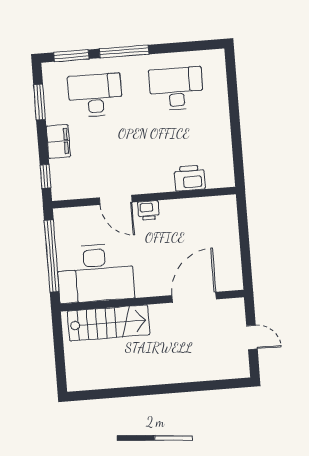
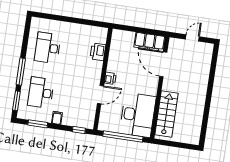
filing cabinet: (58, 141) -> (57, 118), width x0.50
filing cabinet: (228, 264) -> (150, 42), added

